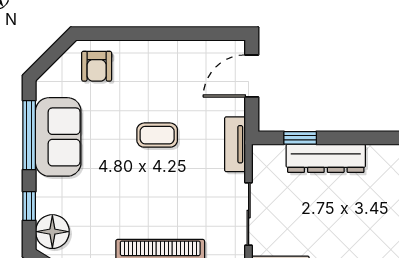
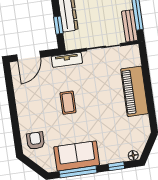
armchair: (97, 66) -> (35, 141), turned -90
door: (252, 76) -> (29, 56), hinge flipped
floor lamp: (52, 232) -> (133, 155), width x0.53, depth x0.53

